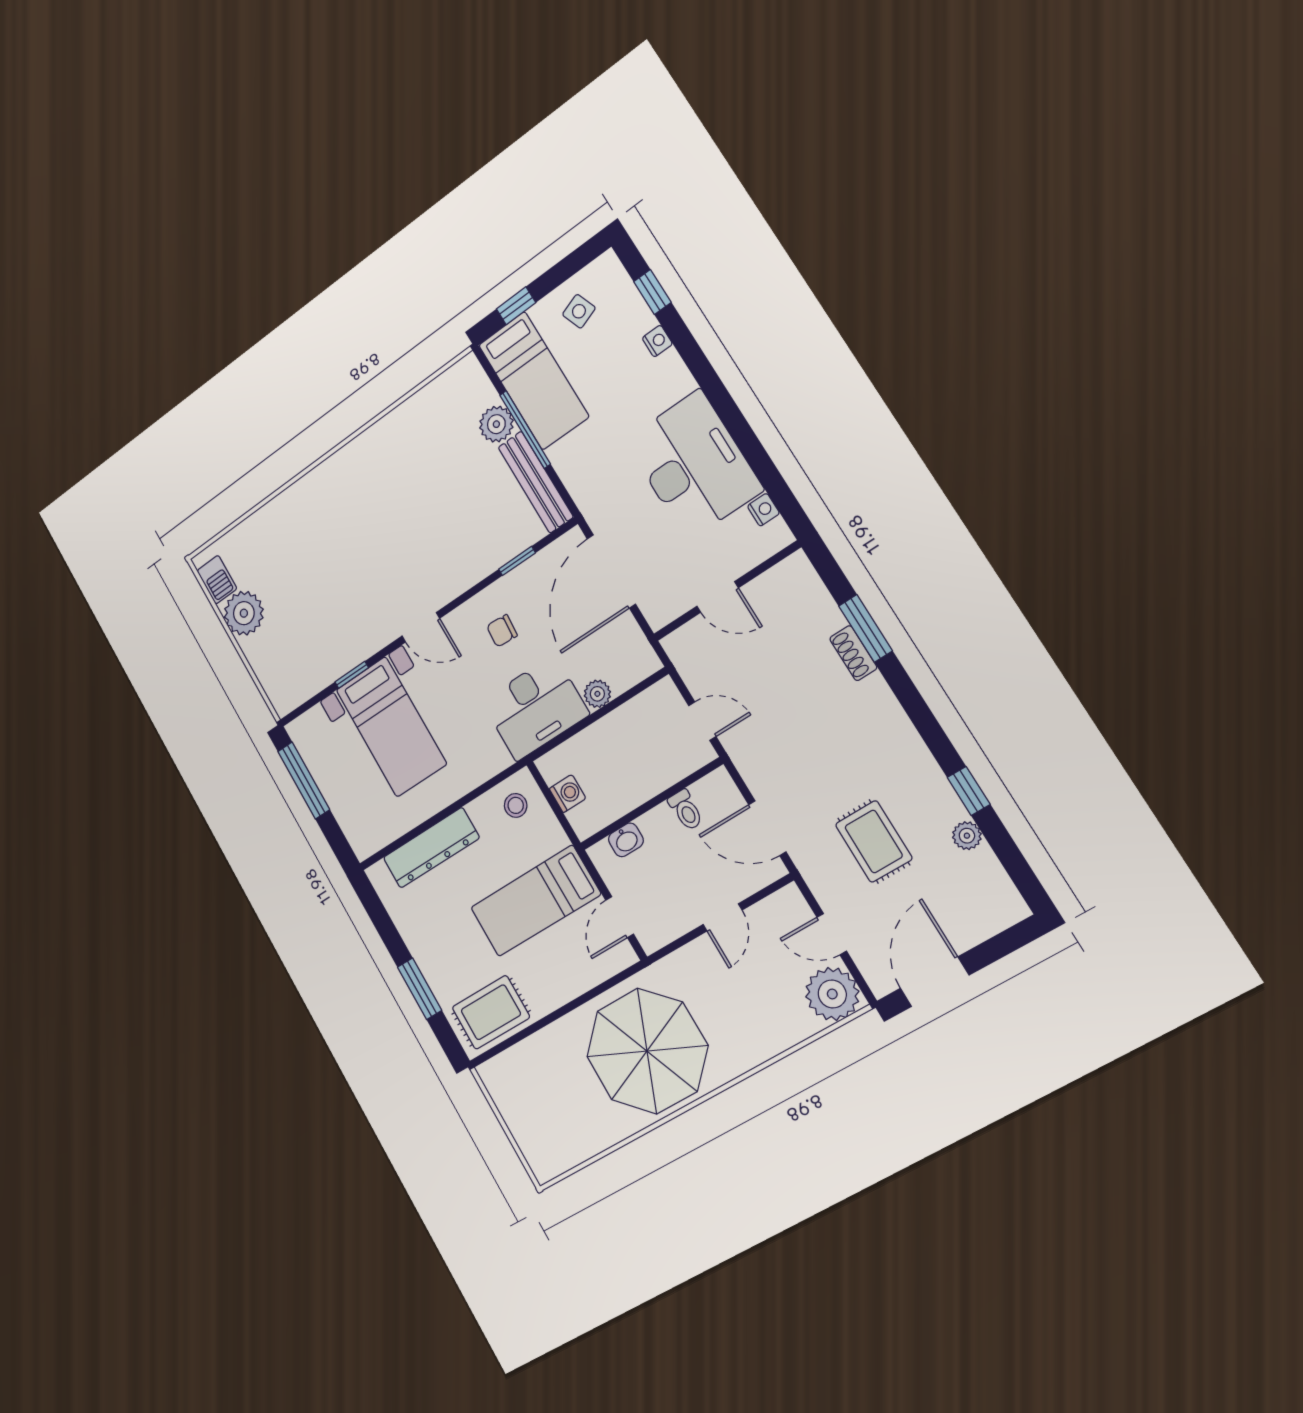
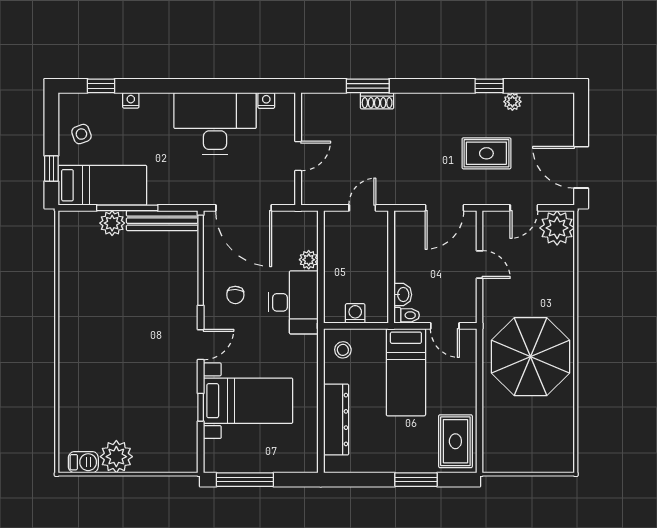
window: (517, 561) -> (201, 260), width x3.17
toilet: (686, 810) -> (407, 315), moved

